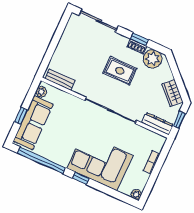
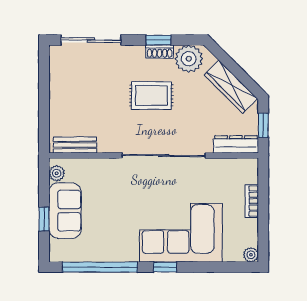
wardrobe: (172, 93) -> (231, 87), width x1.50
sofa: (33, 123) -> (65, 211), width x0.73

